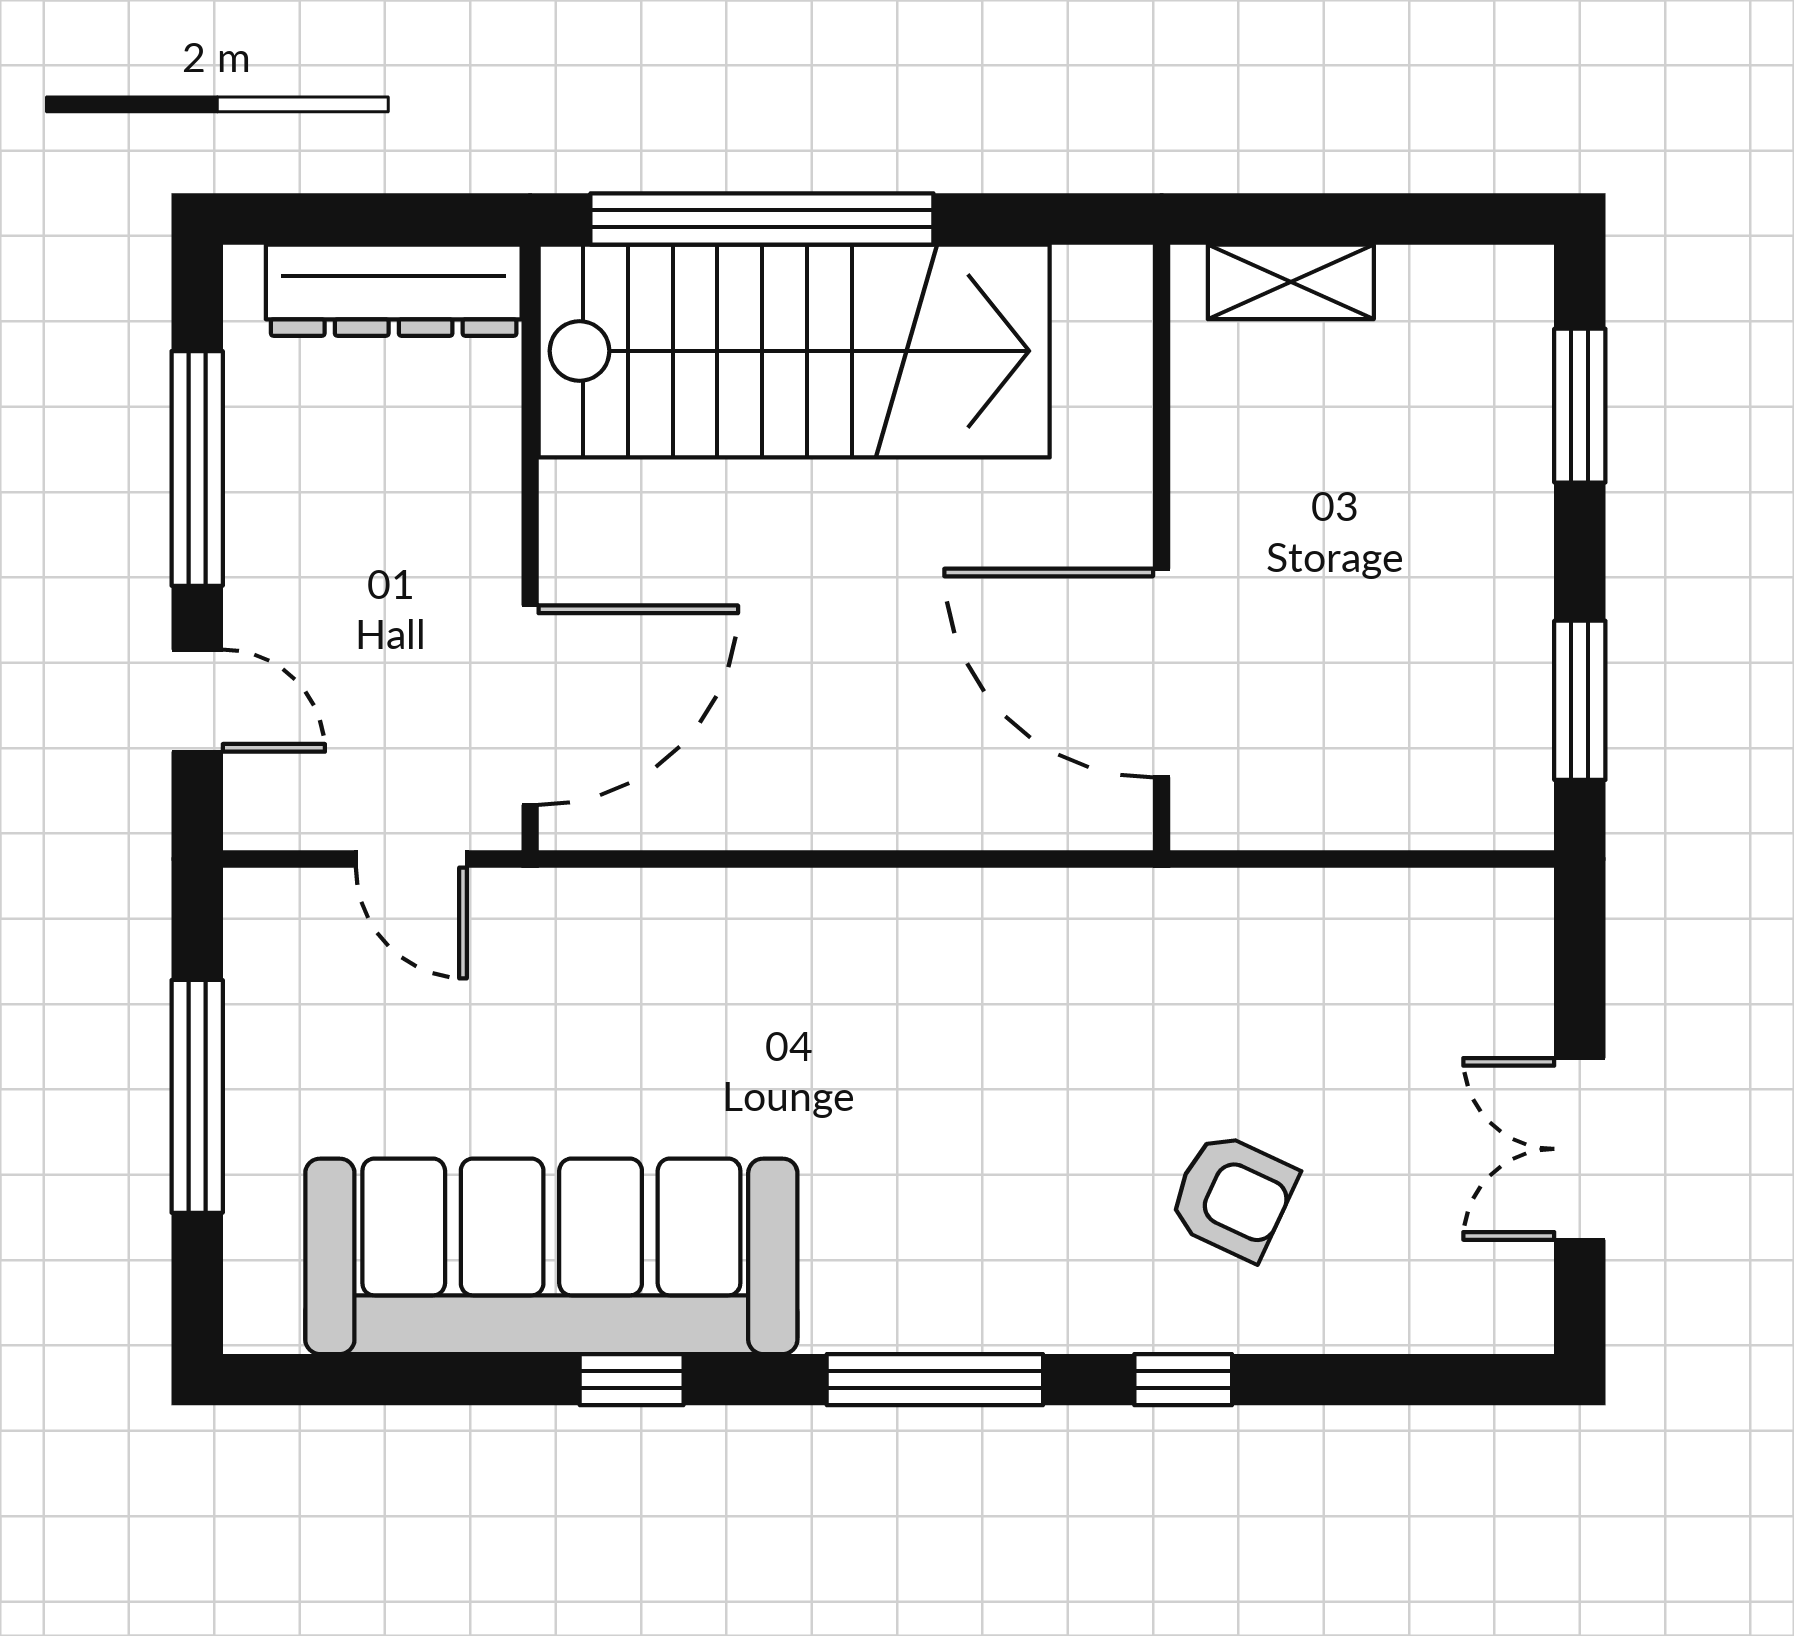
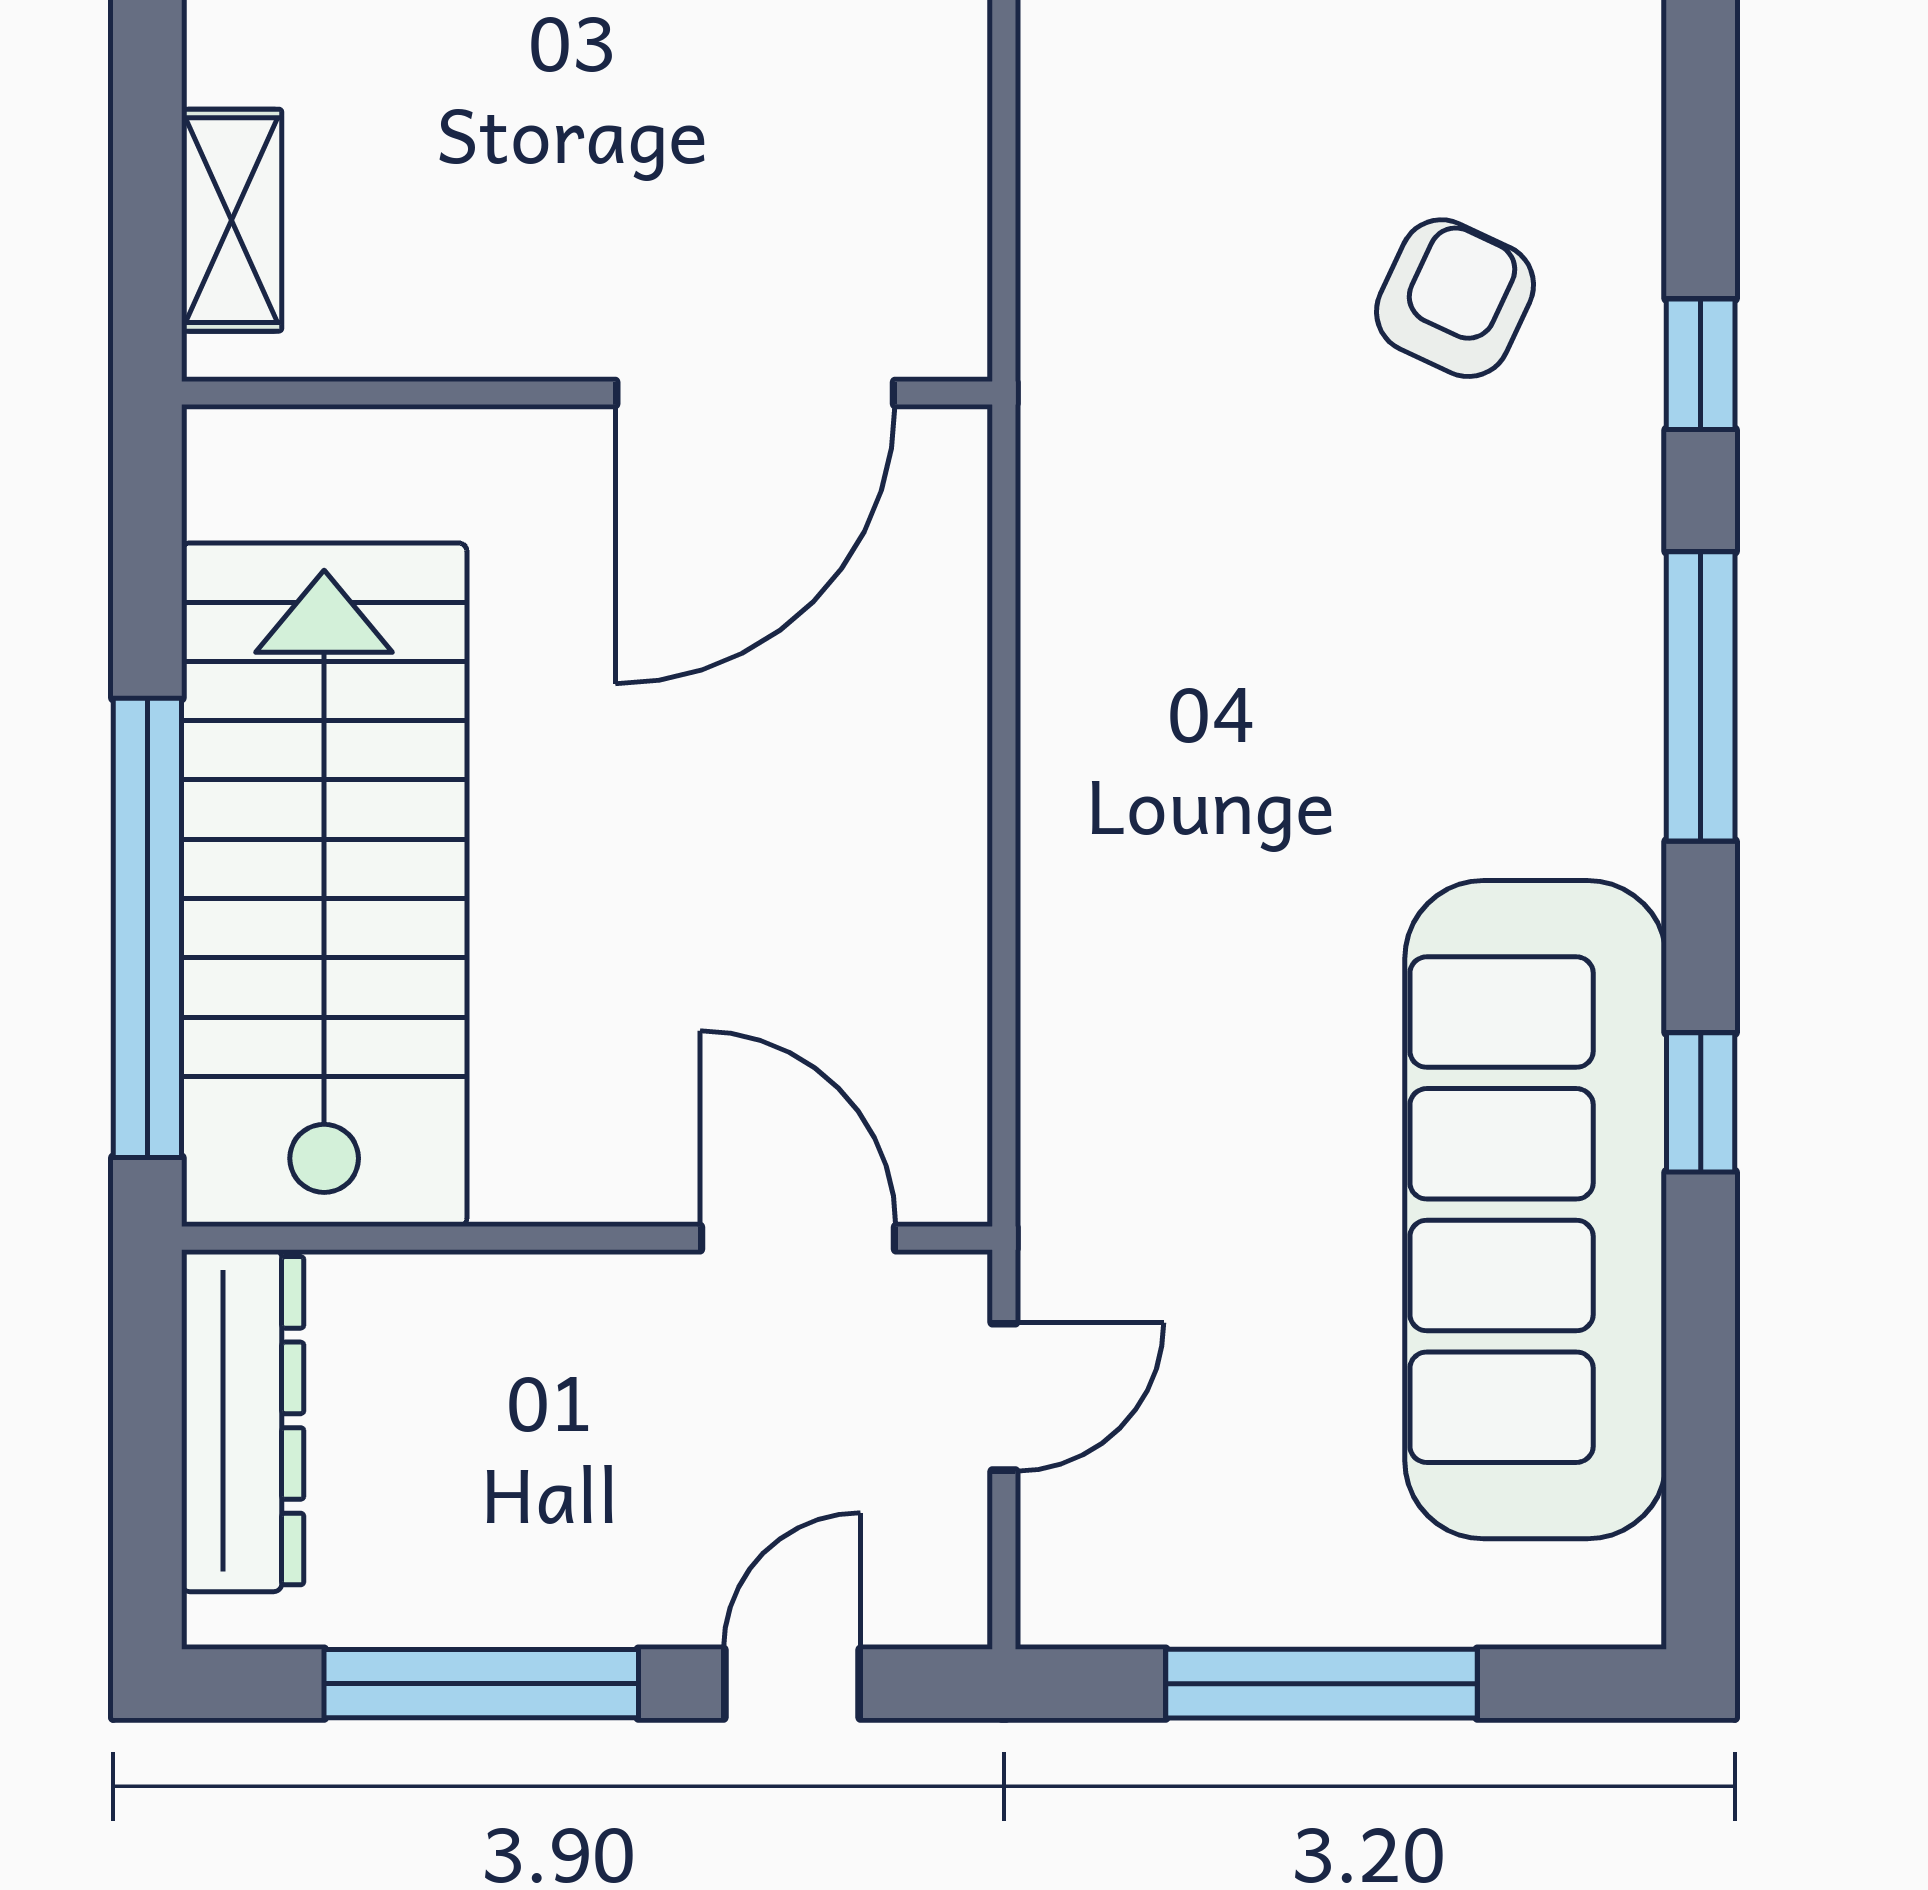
door: (530, 705) -> (798, 1238), width x0.73

